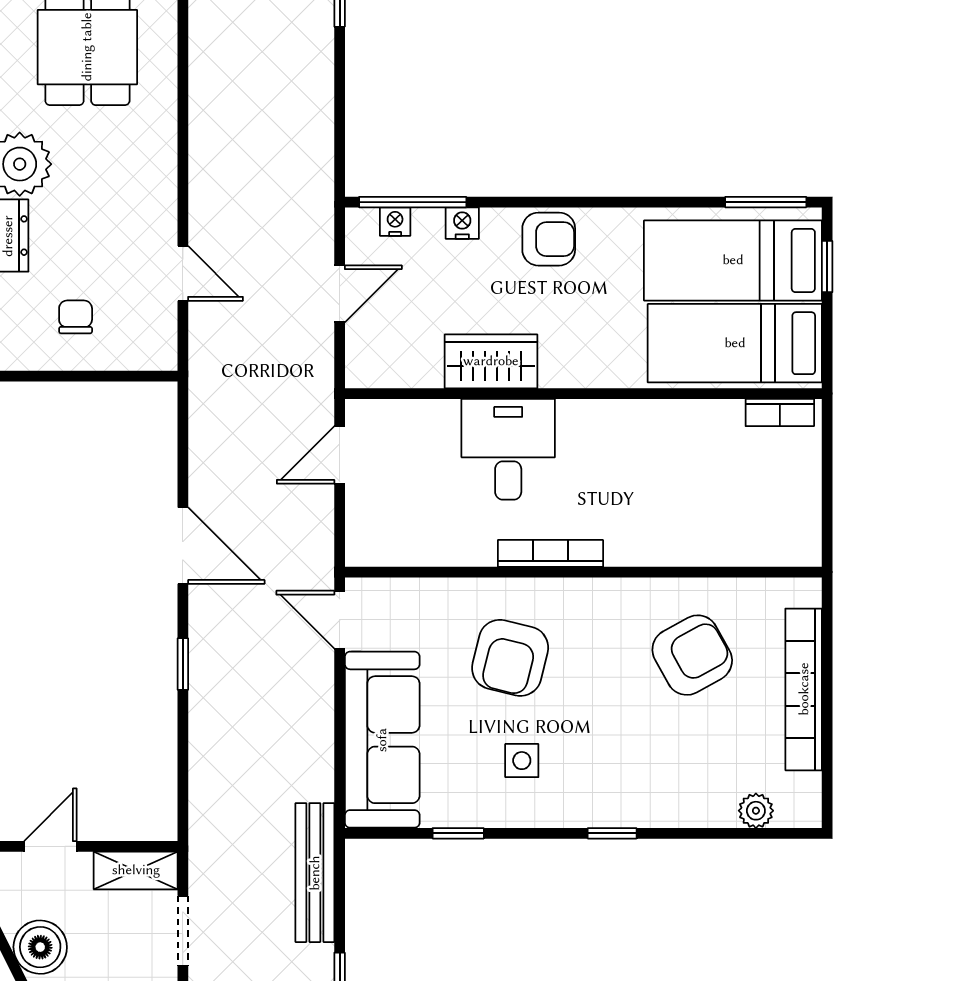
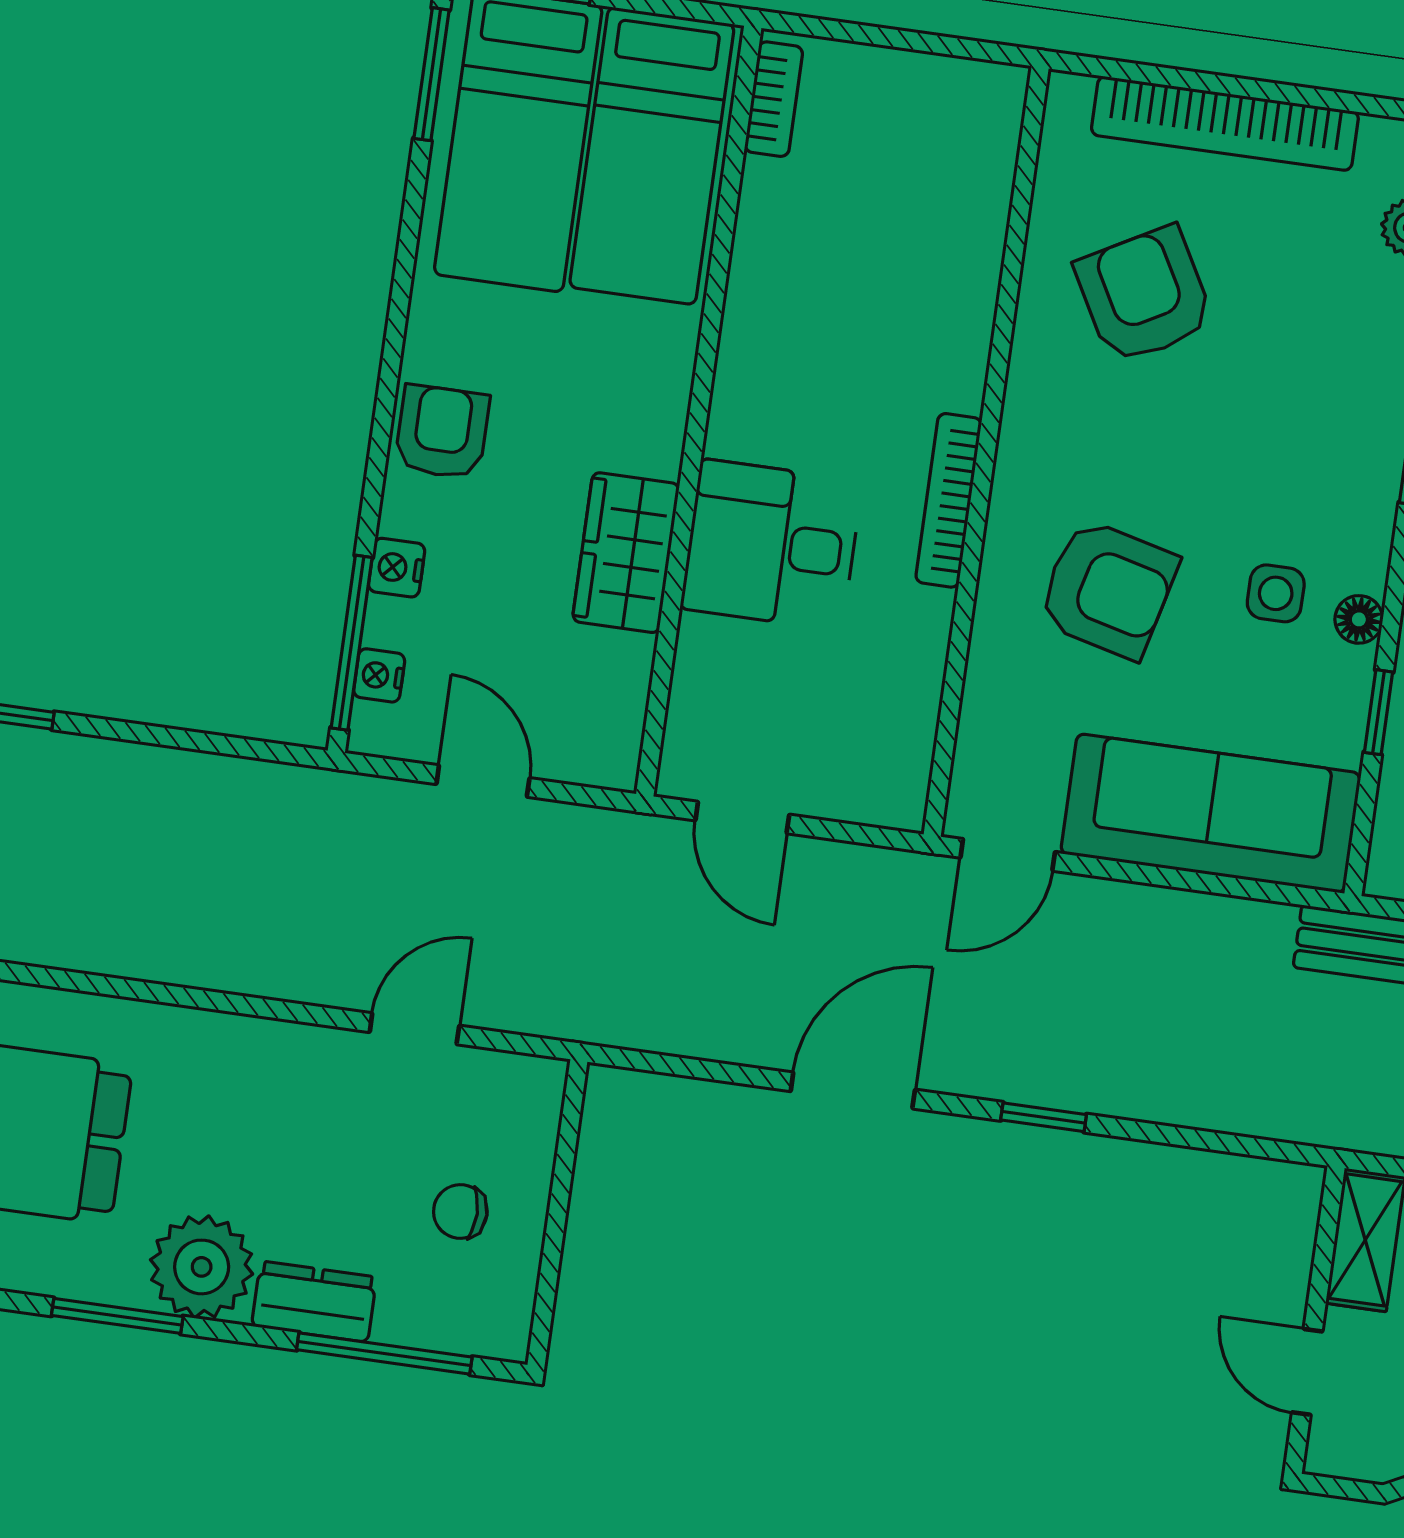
floor lamp: (513, 813) -> (1359, 619), added

